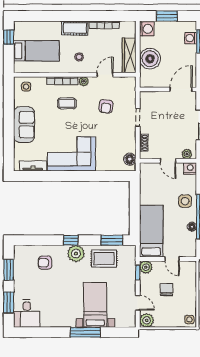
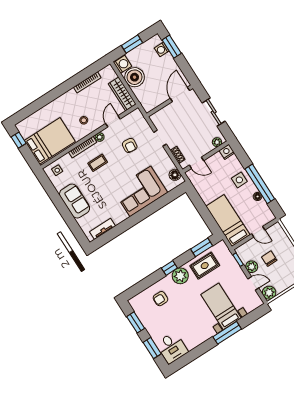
cot: (75, 28) -> (66, 100), removed
bed: (36, 51) -> (50, 141), width x1.50
boiler: (150, 59) -> (135, 77), moved
corner sofa: (71, 154) -> (140, 191), moved
door: (168, 161) -> (196, 163), moved
plant: (146, 267) -> (252, 267), moved

